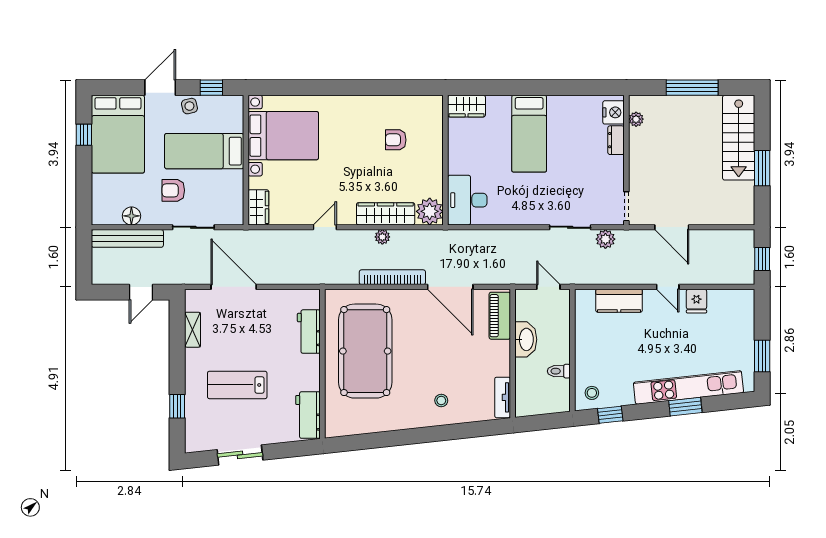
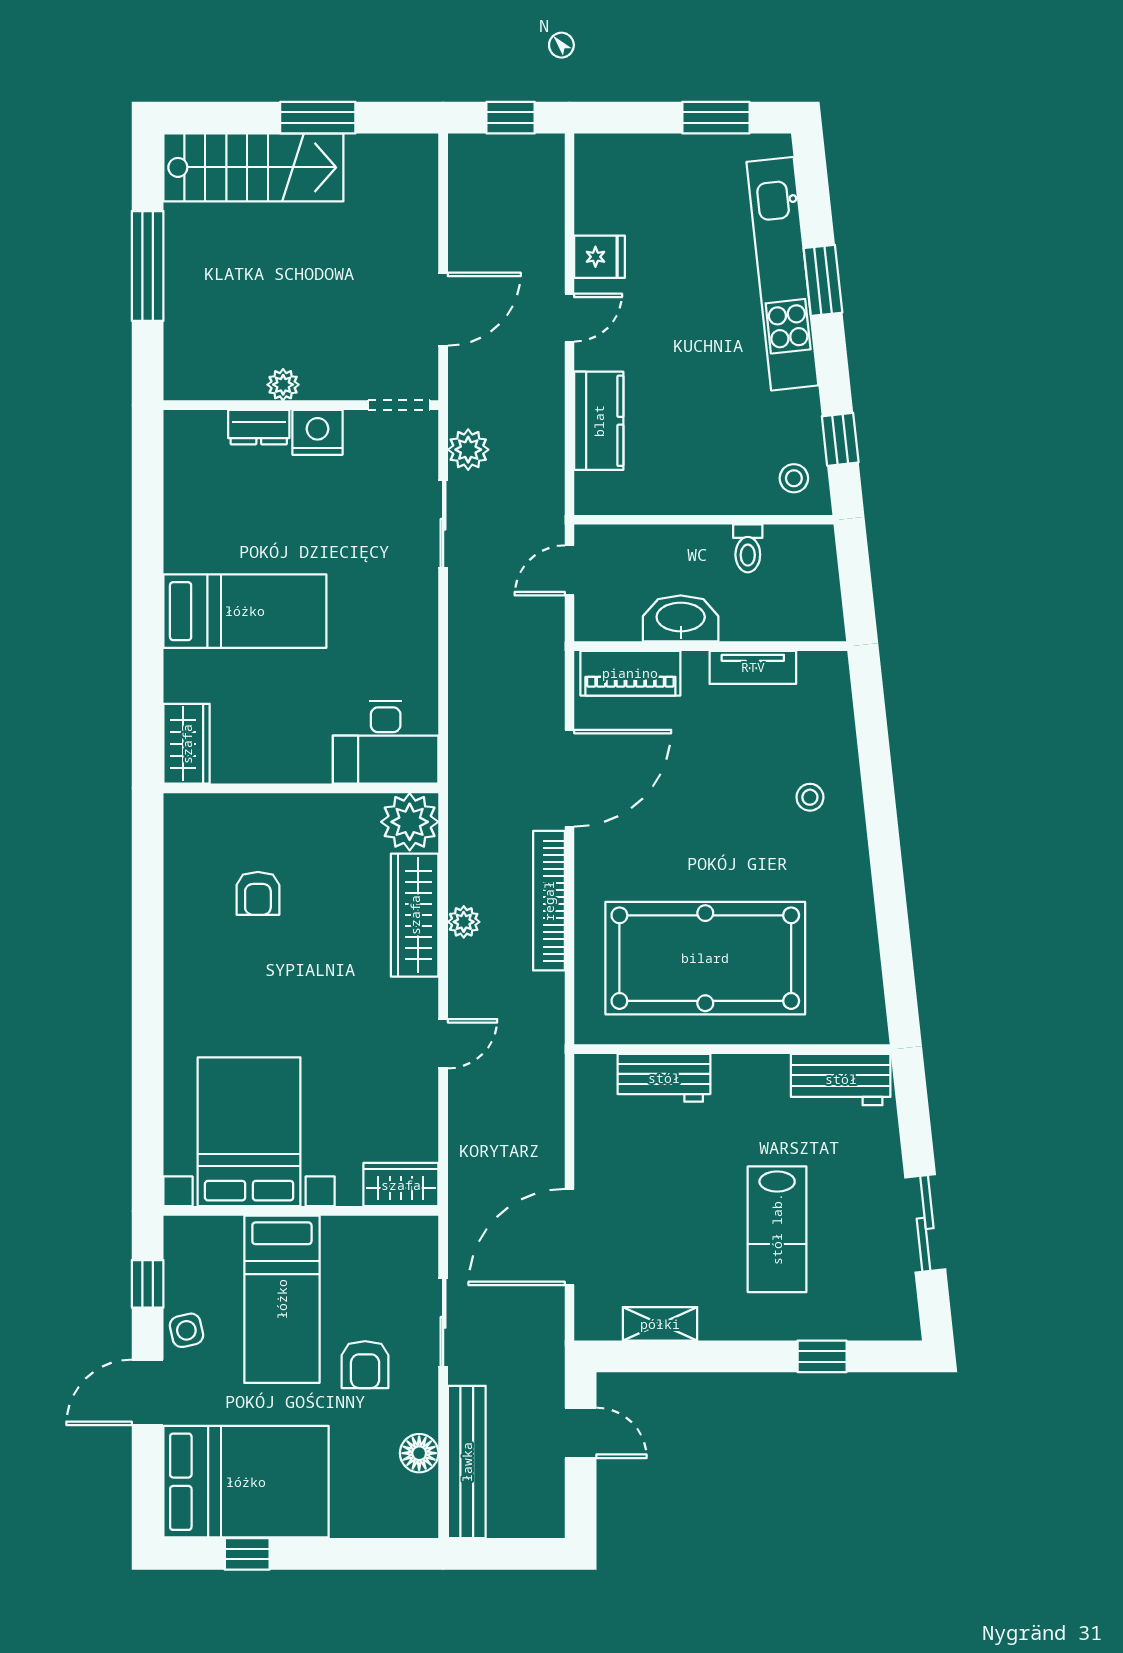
door: (160, 88) -> (148, 1392), hinge flipped
nightstand: (614, 112) -> (317, 432), moved
plant: (636, 119) -> (283, 385), moved
door: (325, 227) -> (443, 1044), swing flipped
tv unit: (503, 397) -> (753, 667), moved

